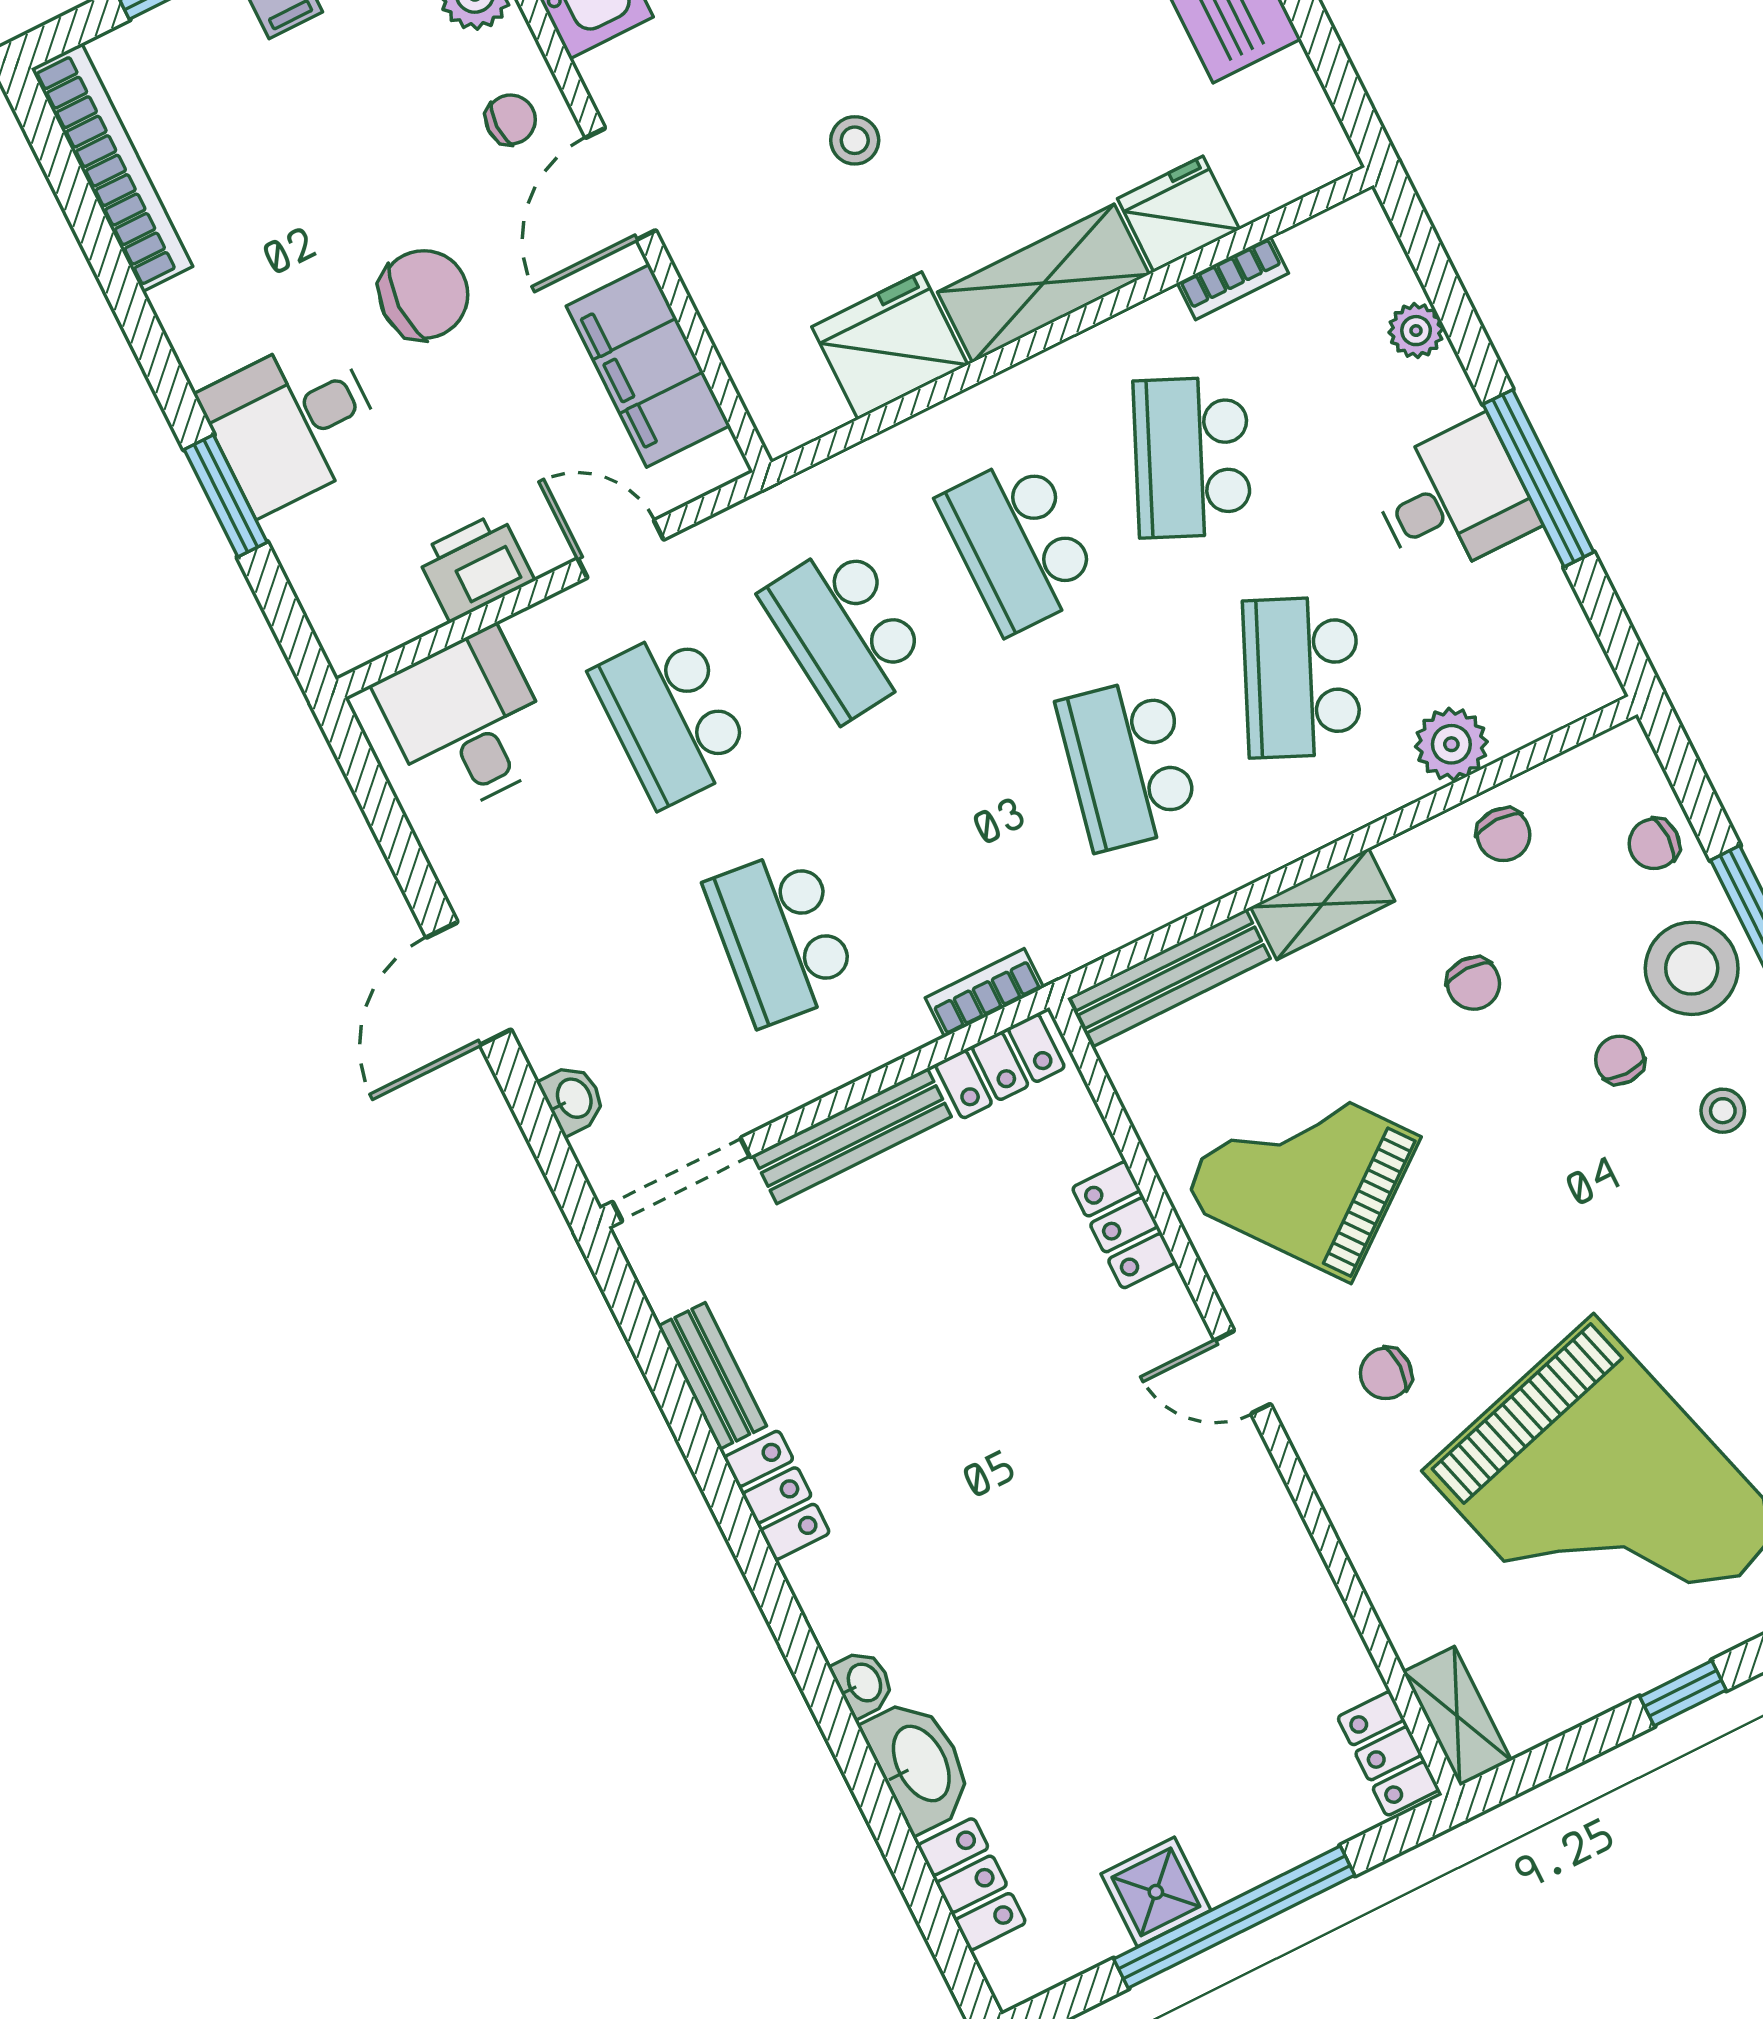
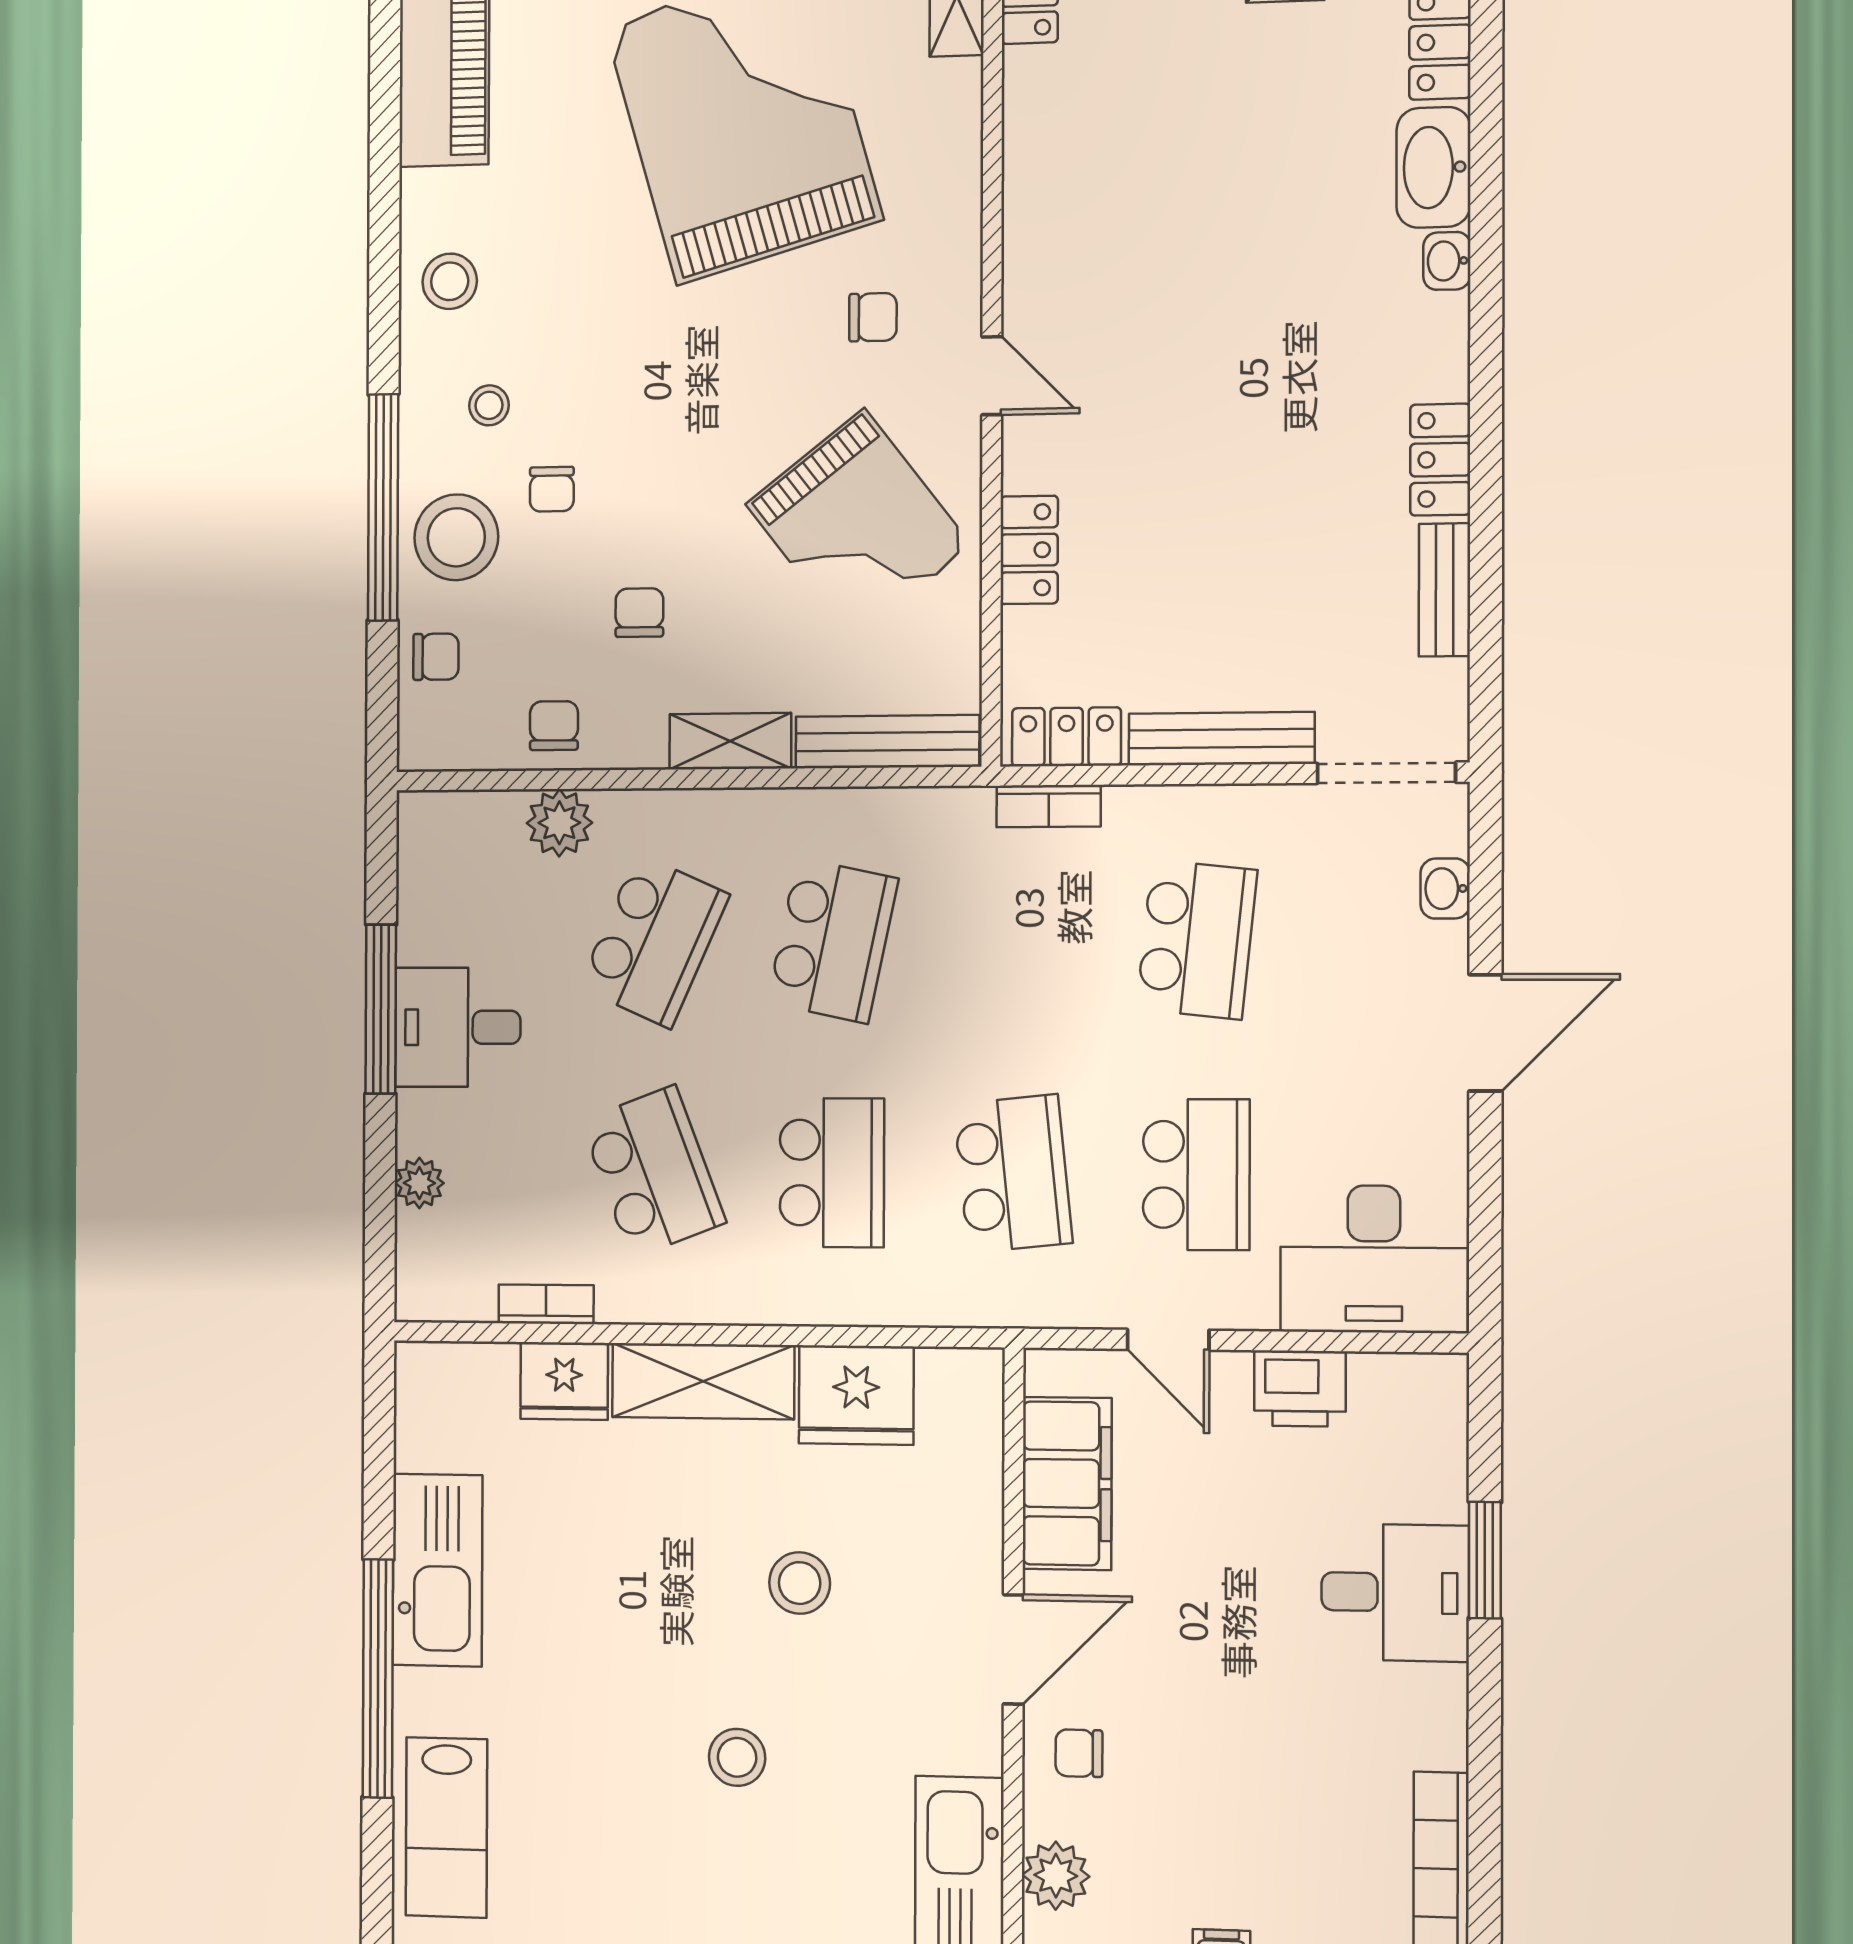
stool: (855, 140) -> (800, 1583), width x1.37, depth x1.37
chair: (424, 294) -> (1227, 1644), removed
school desk: (1192, 457) -> (653, 1172), turned -45
desk: (467, 722) -> (1374, 1259), width x1.37

